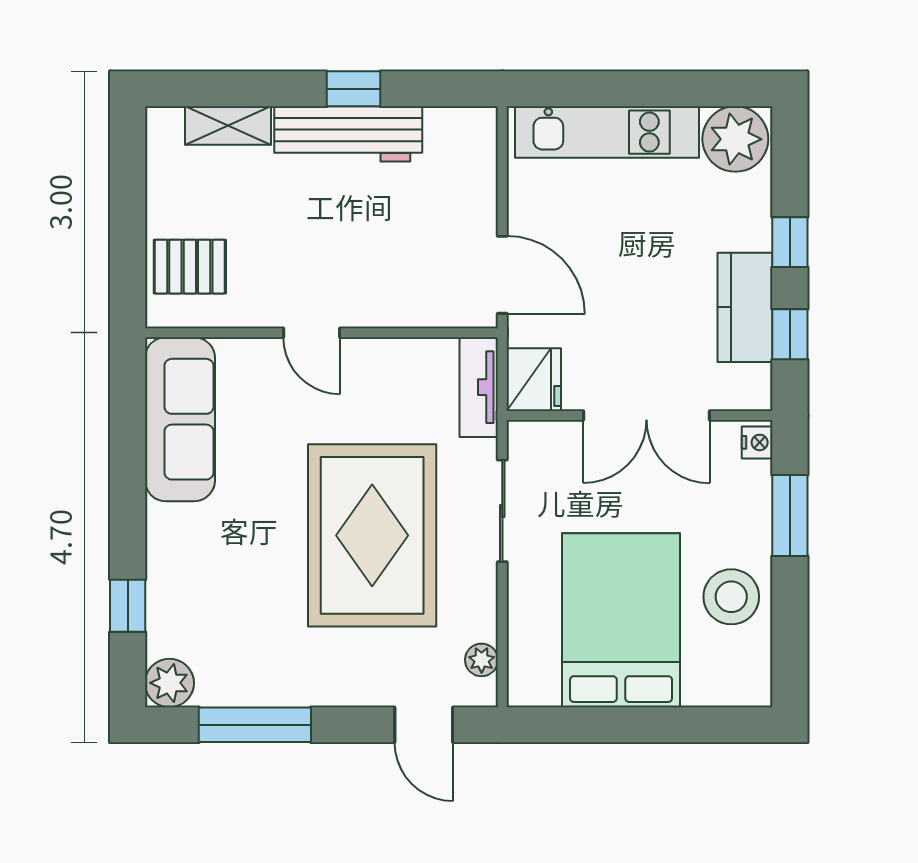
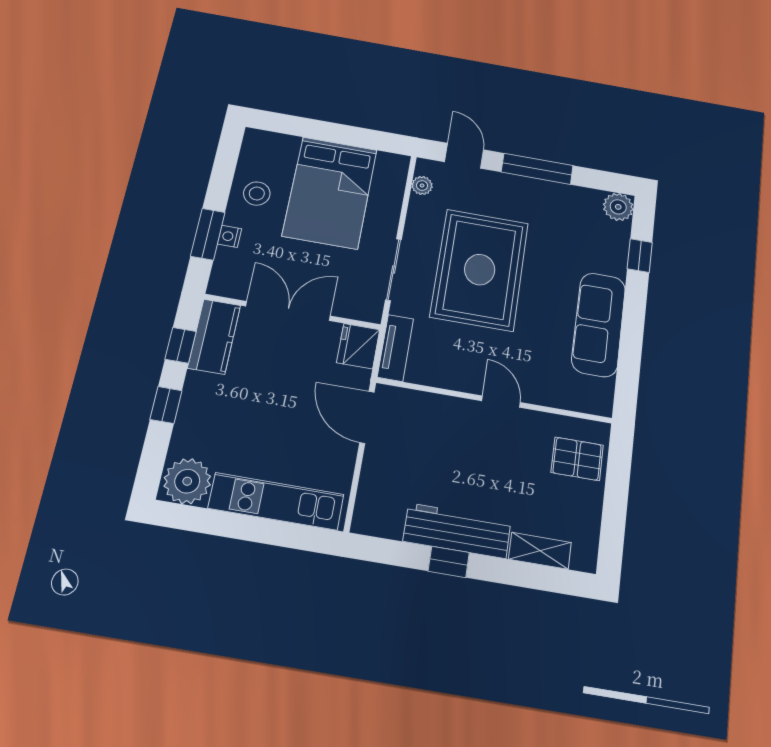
kitchen counter: (745, 307) -> (214, 337), moved
sofa: (180, 419) -> (599, 324), moved
nightstand: (757, 442) -> (229, 236), moved
stool: (731, 597) -> (257, 193), width x0.73, depth x0.73
window: (255, 725) -> (537, 169), moved

